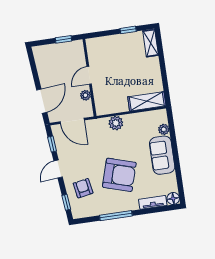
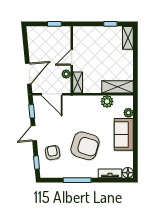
shelving: (100, 103) -> (78, 82), added
plant: (116, 123) -> (107, 101), moved

